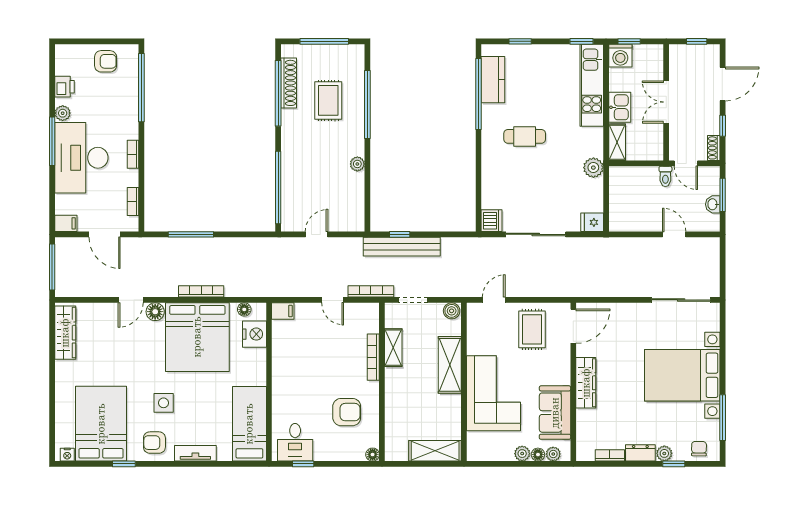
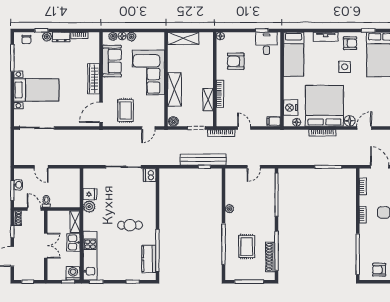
fridge: (592, 222) -> (90, 194), moved
bed with nightstands: (682, 375) -> (36, 90), width x0.73

